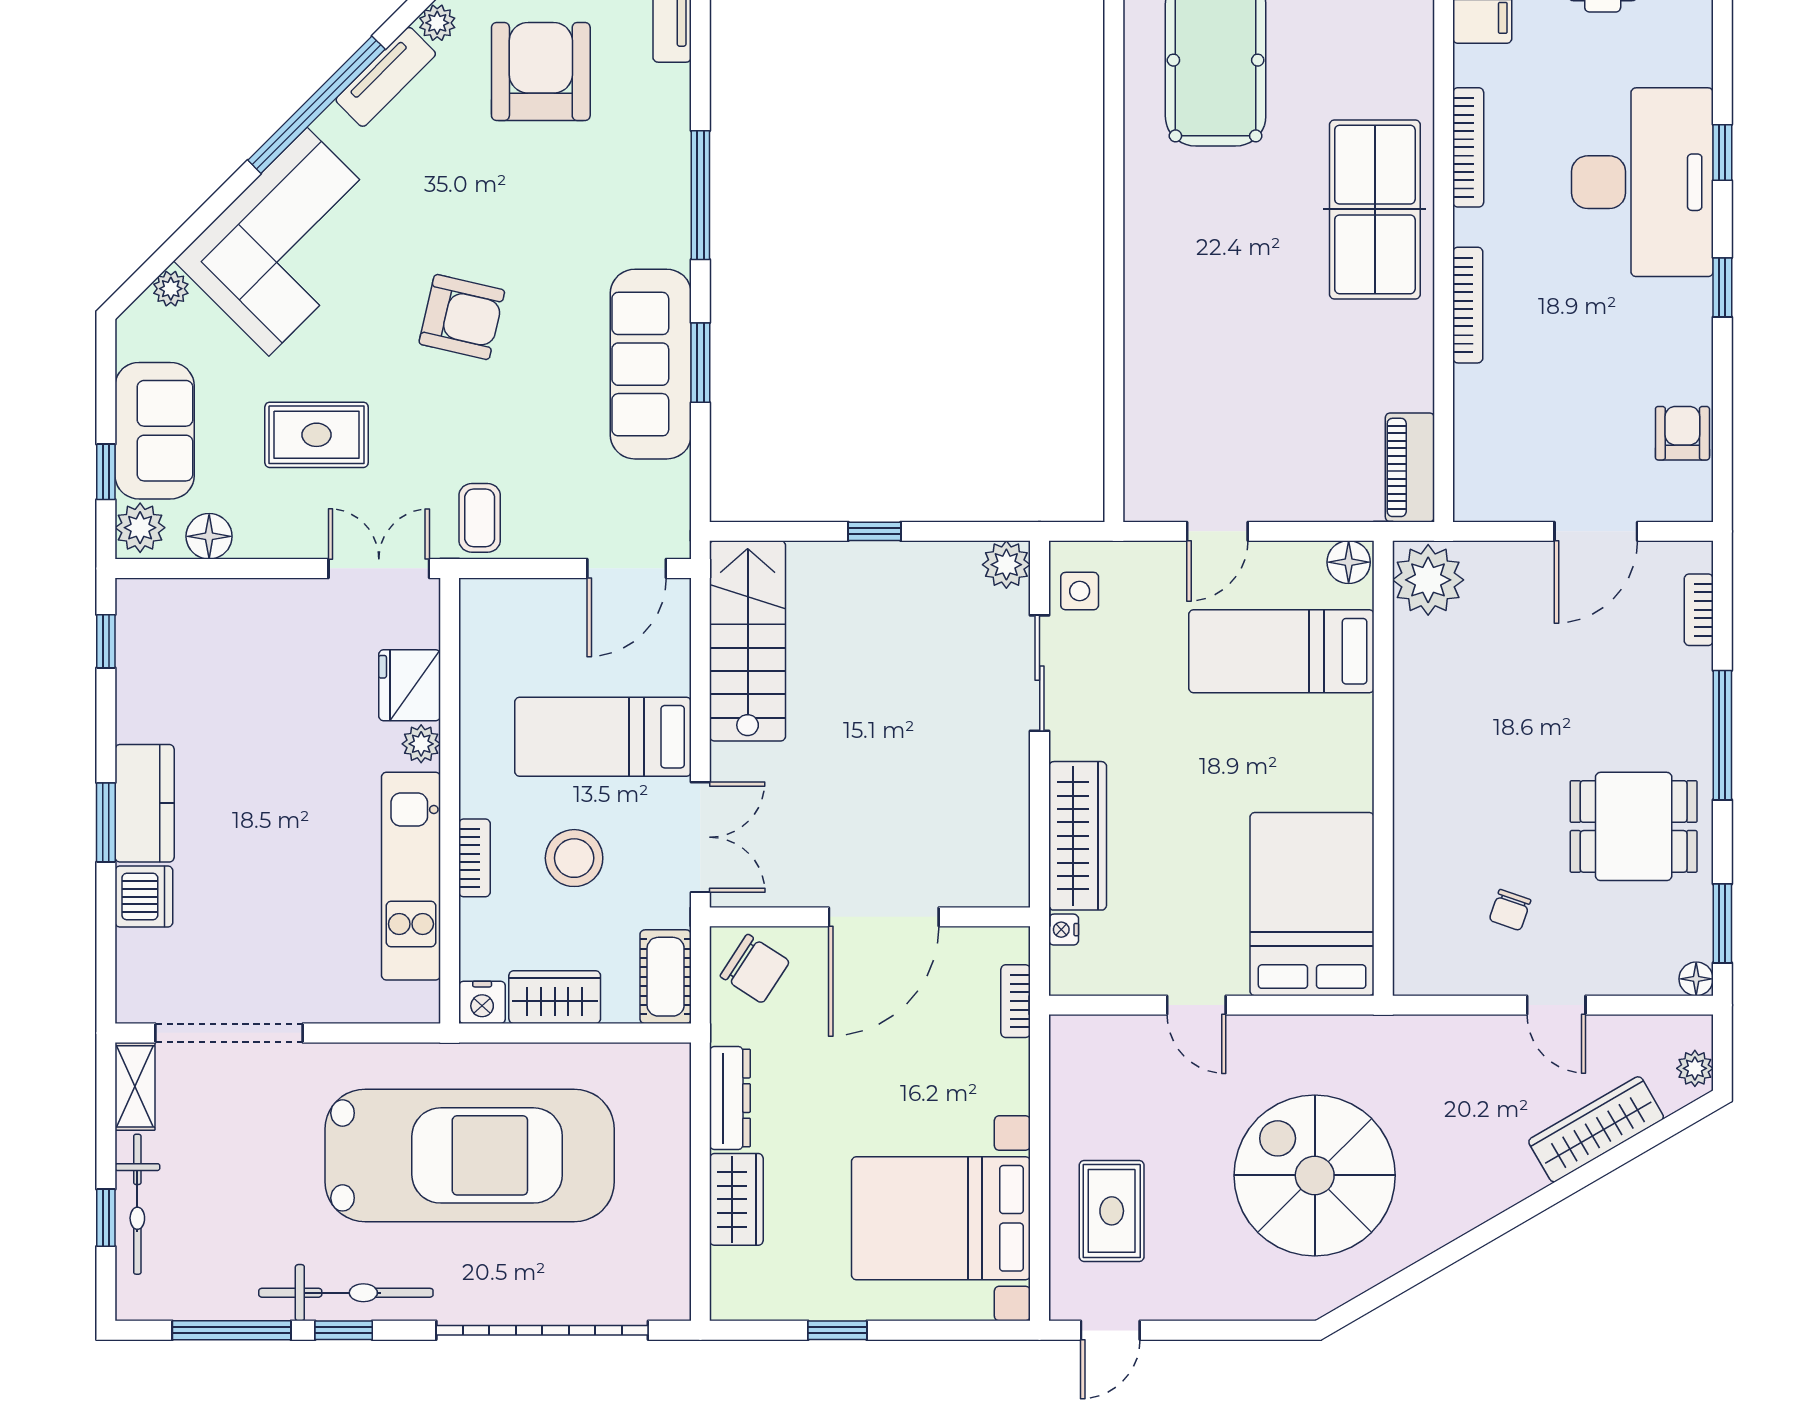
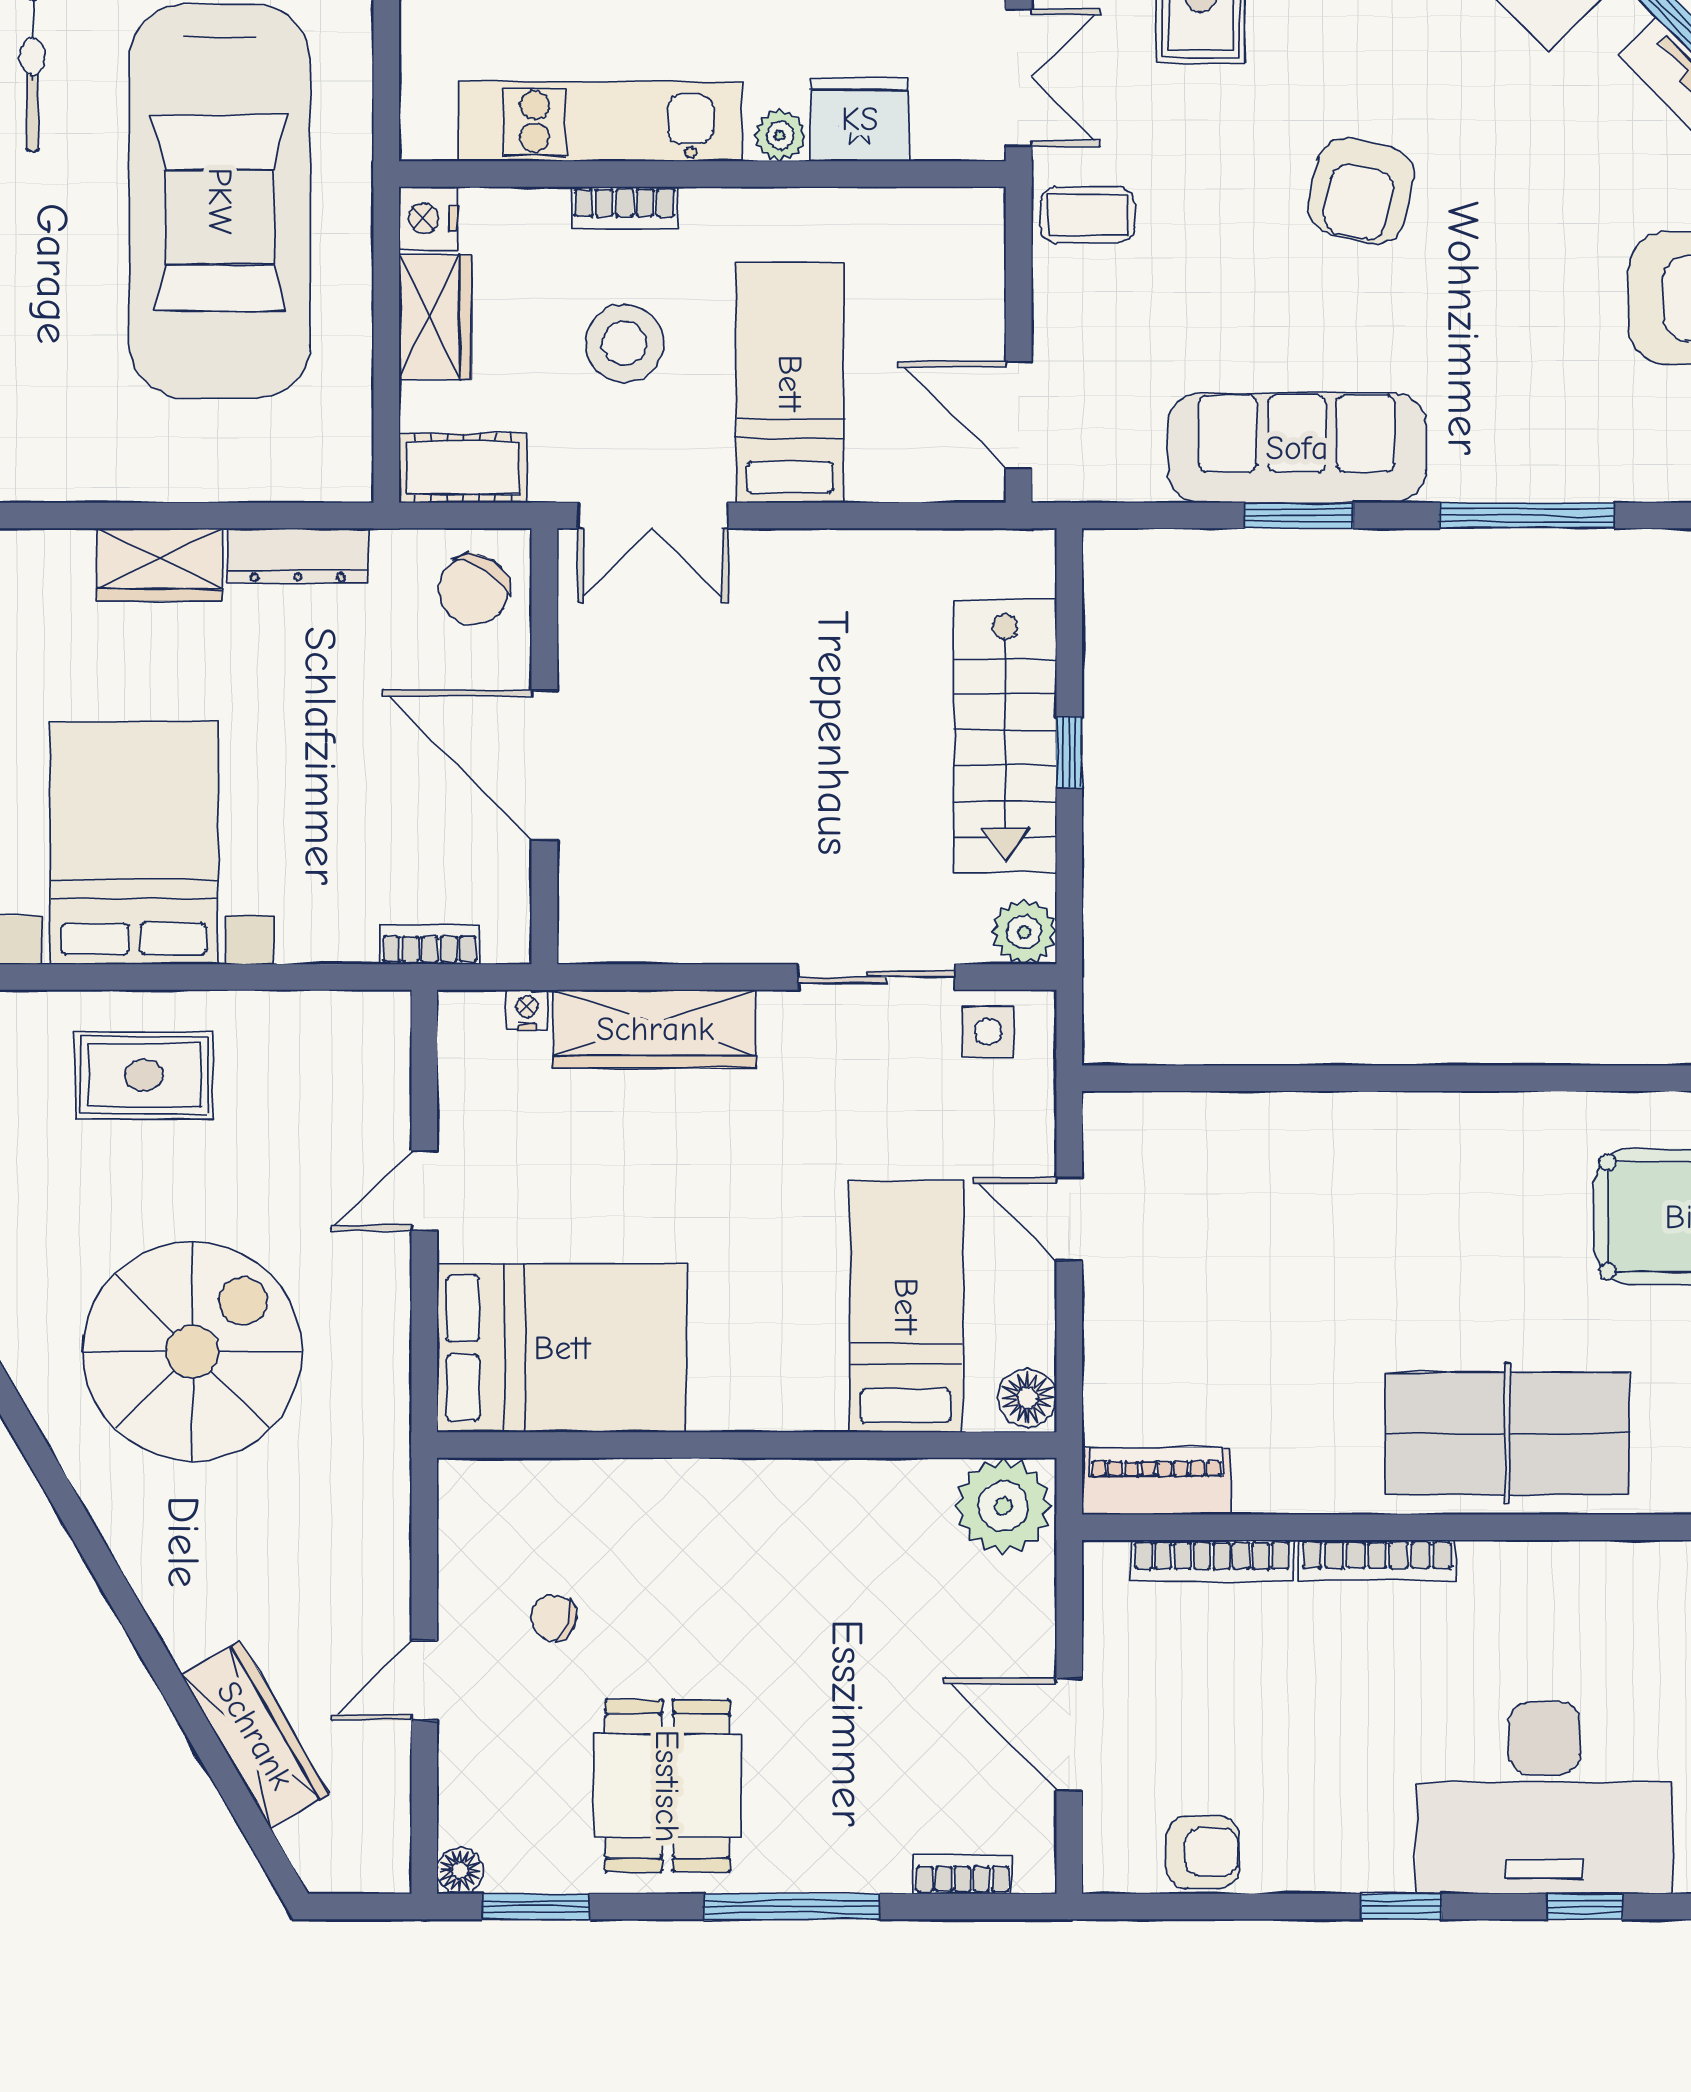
bookcase: (1468, 147) -> (1212, 1561), moved
stairs: (748, 641) -> (1005, 736), moved, turned 90
plant: (1695, 1068) -> (338, 1869), removed

